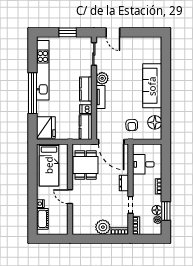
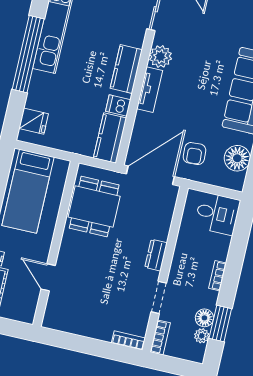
fridge: (46, 128) -> (34, 121), width x0.53, depth x0.75
door: (111, 142) -> (150, 175), swing flipped
desk: (143, 164) -> (217, 214), moved, turned 180
door: (70, 197) -> (48, 277), moved
plant: (103, 227) -> (100, 326), removed

